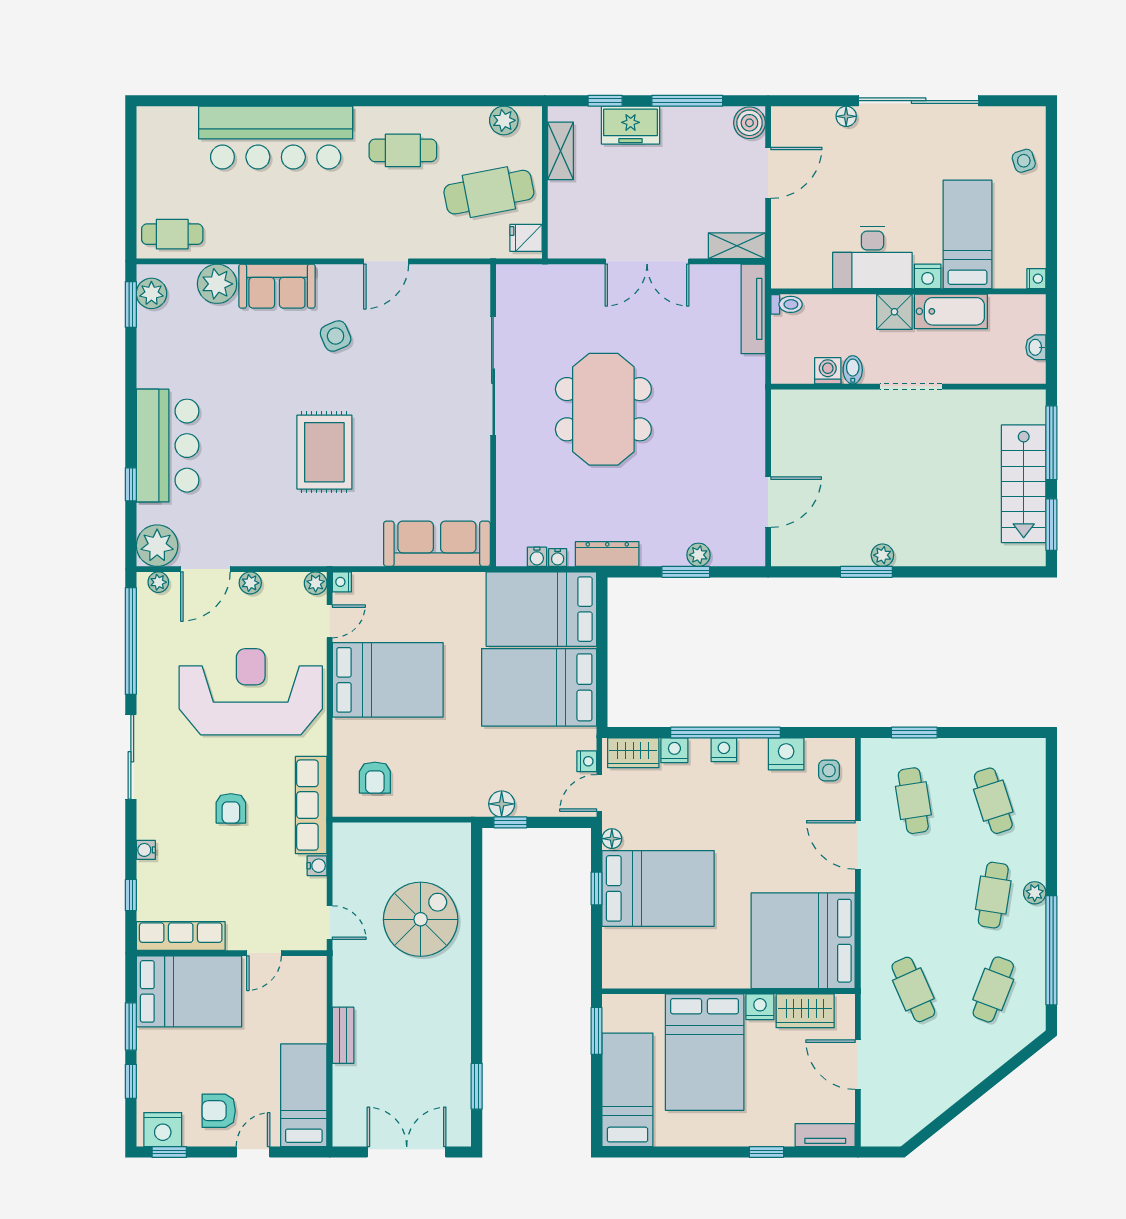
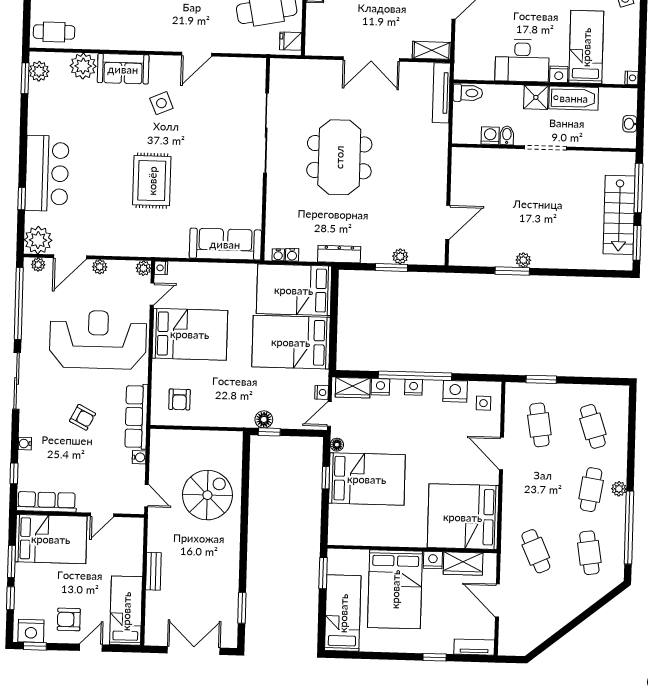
toilet: (787, 304) -> (468, 93), width x1.37, depth x1.39
water cooler: (558, 558) -> (278, 255), moved
armchair: (231, 808) -> (83, 417), turned -63
cafe table: (993, 989) -> (589, 553), turned -30

